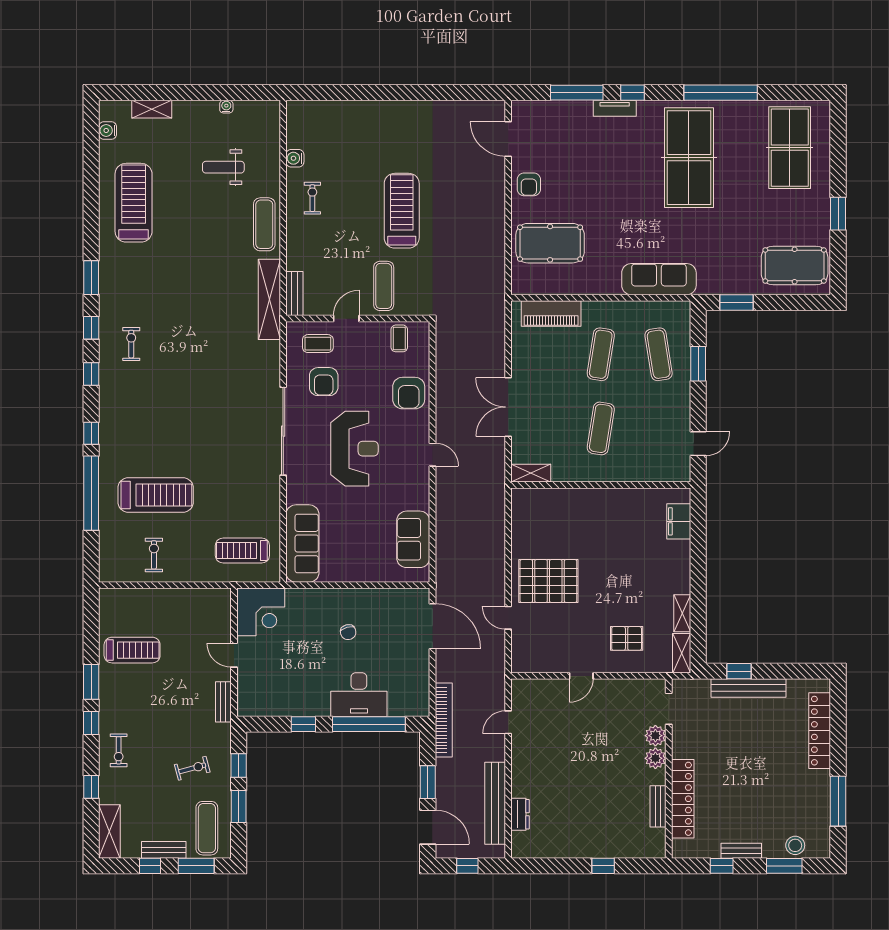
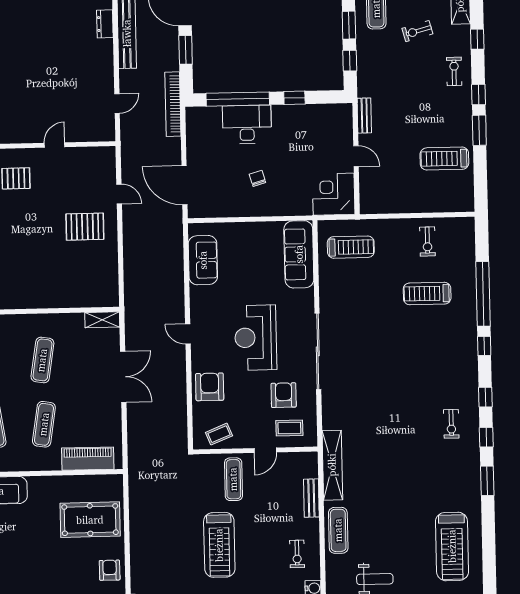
bench: (294, 294) -> (311, 498), moved
coffee table: (399, 338) -> (219, 434), turned 68
treadmill: (156, 495) -> (427, 294), width x0.73, depth x0.73
pallet: (548, 581) -> (85, 227), width x0.73, depth x0.71
exercise bike: (192, 768) -> (417, 31), moved

